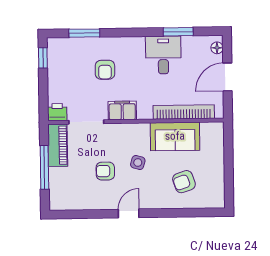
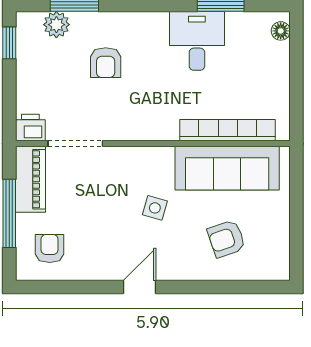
plant: (73, 46) -> (56, 25), added
door: (227, 77) -> (296, 77), removed
filing cabinet: (122, 110) -> (132, 126), removed
sofa: (175, 136) -> (227, 168), width x1.36
armchair: (105, 171) -> (50, 248), moved, turned 90

